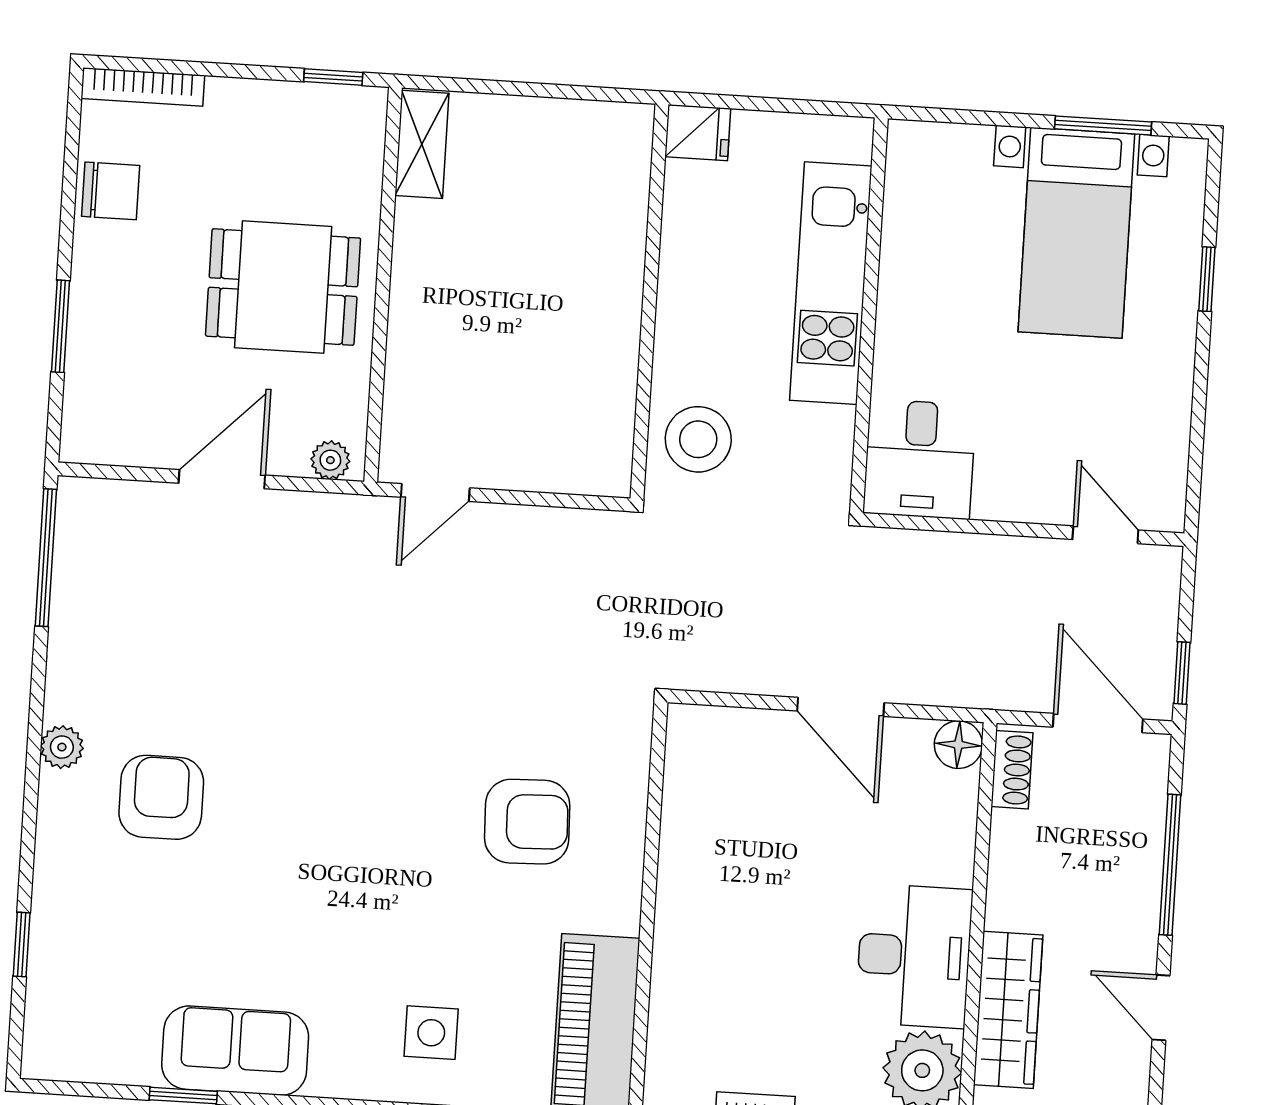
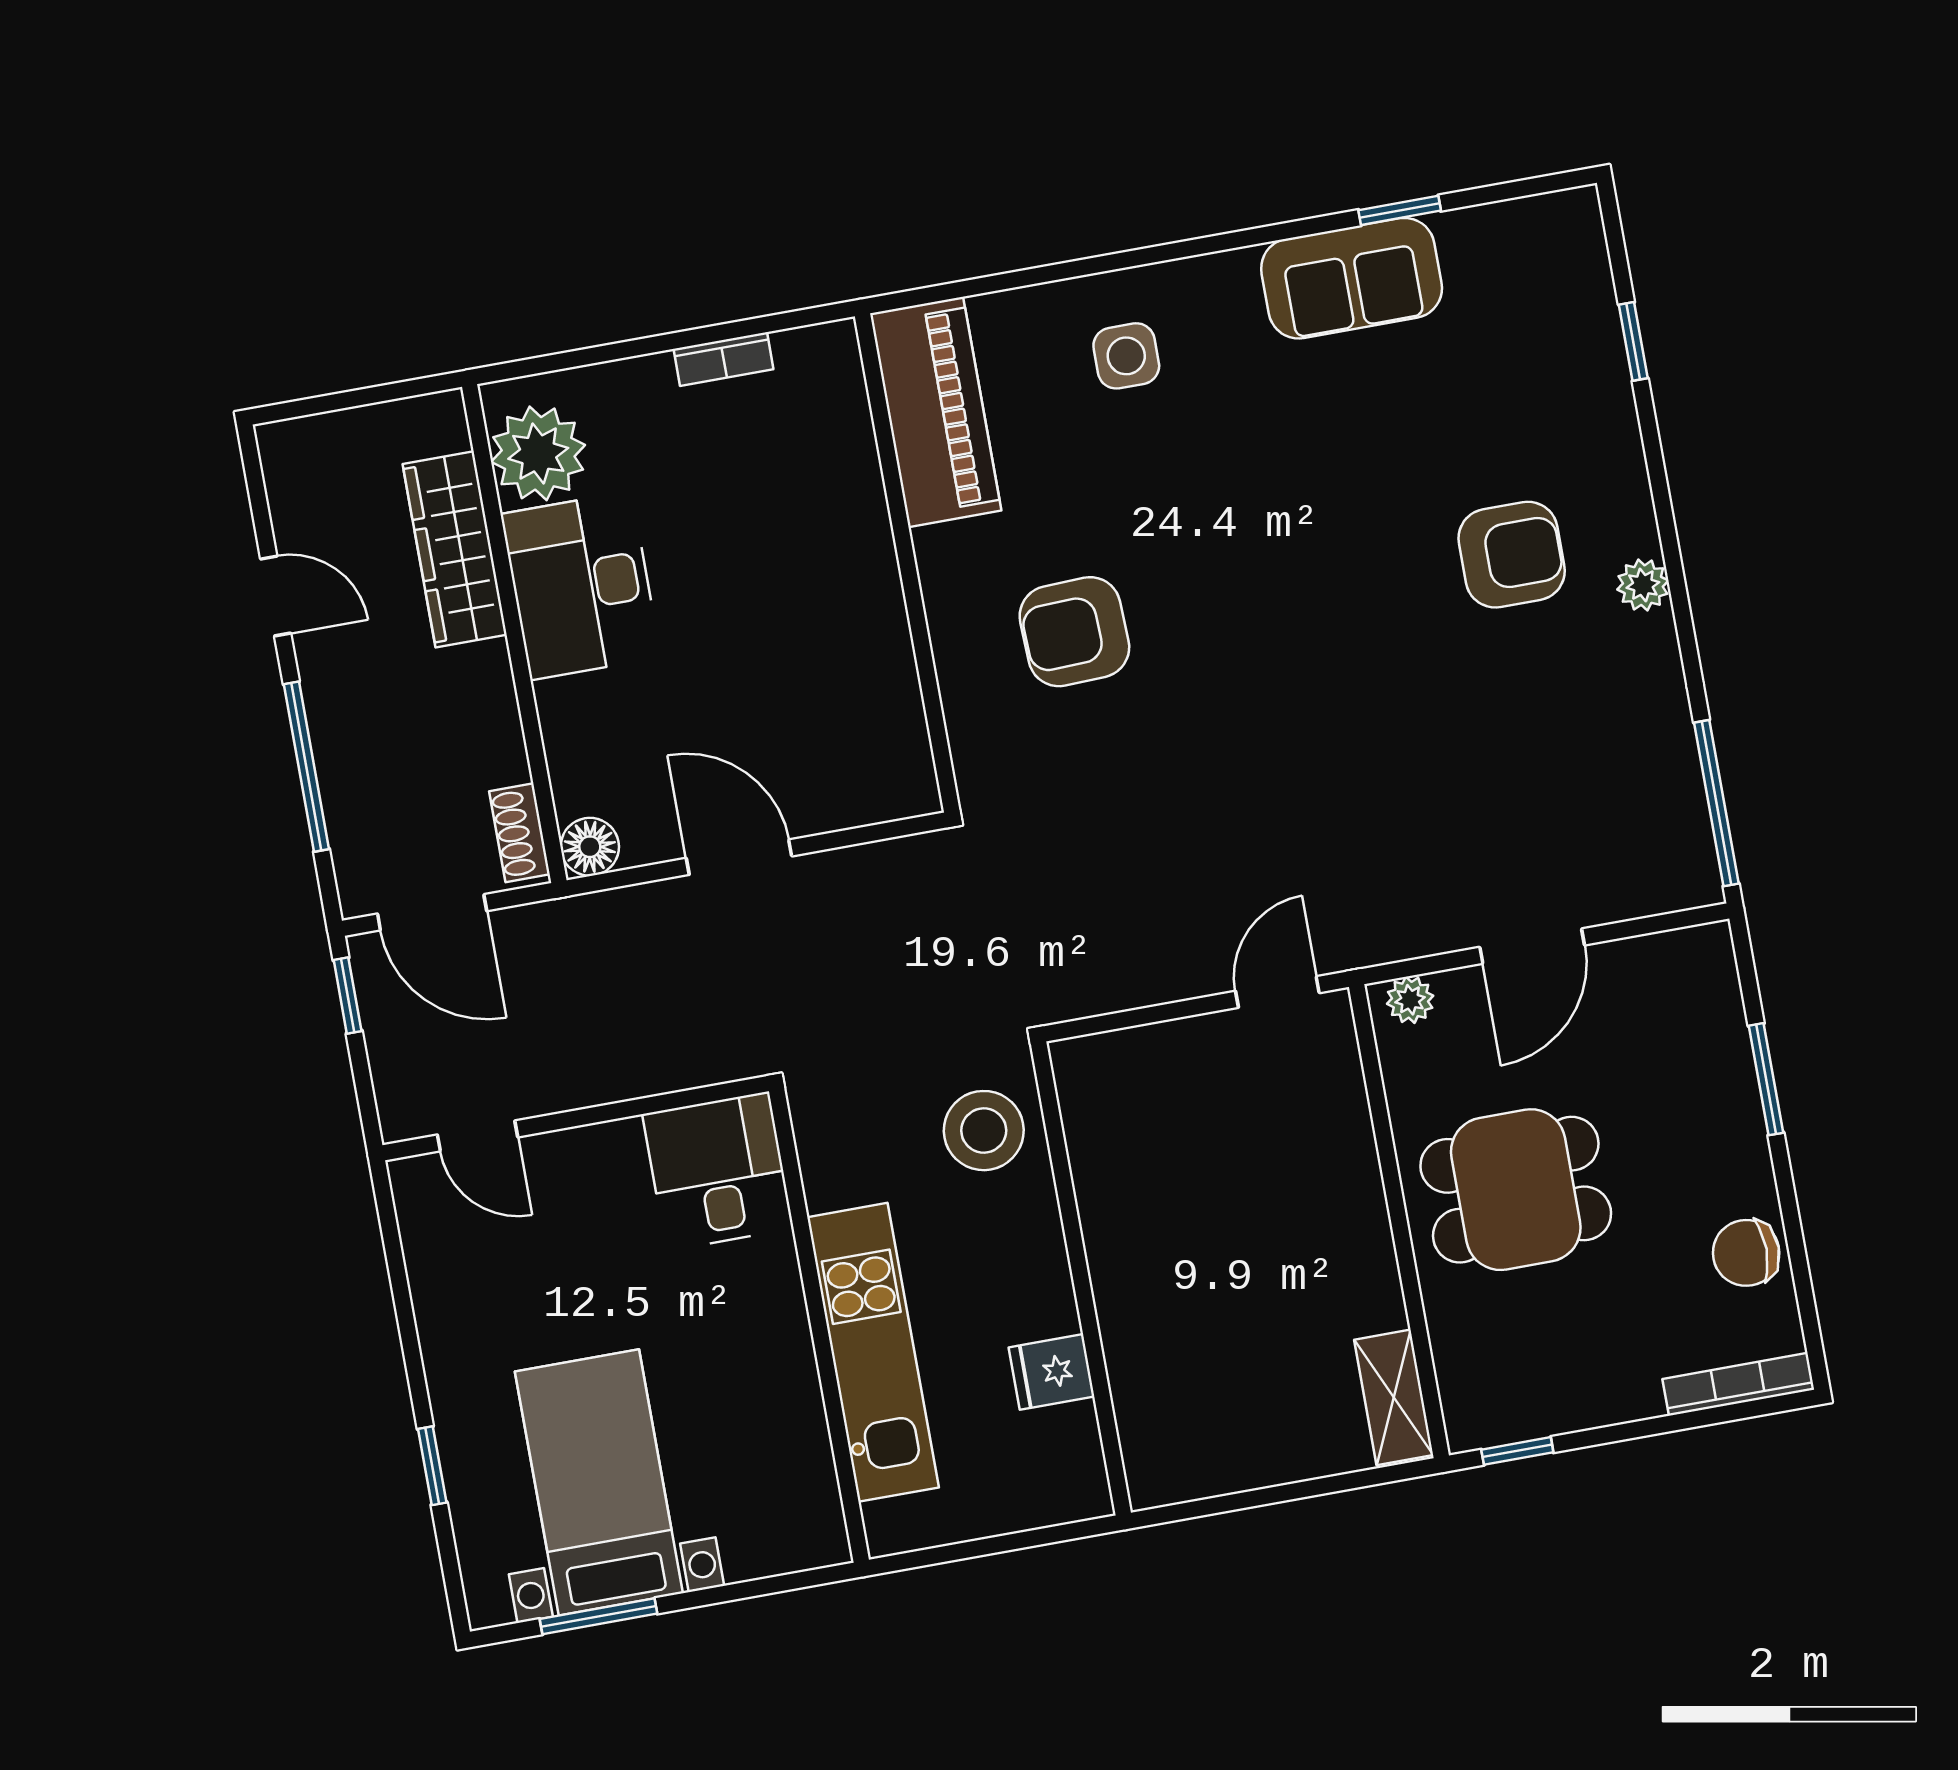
fridge: (698, 133) -> (1051, 1372), moved
armchair: (161, 797) -> (1512, 555), turned -90

